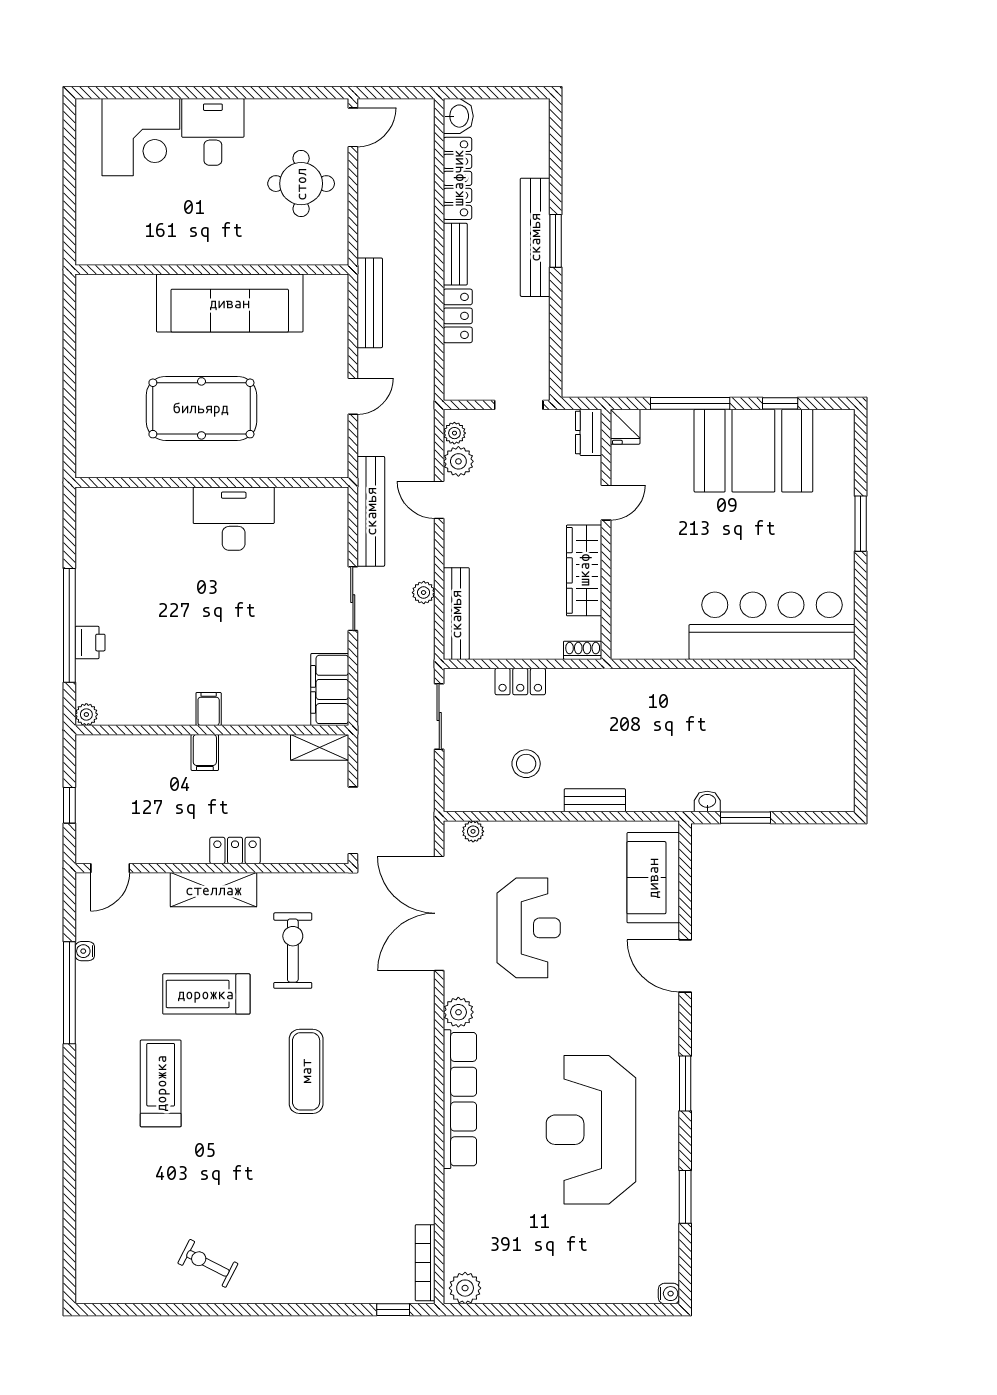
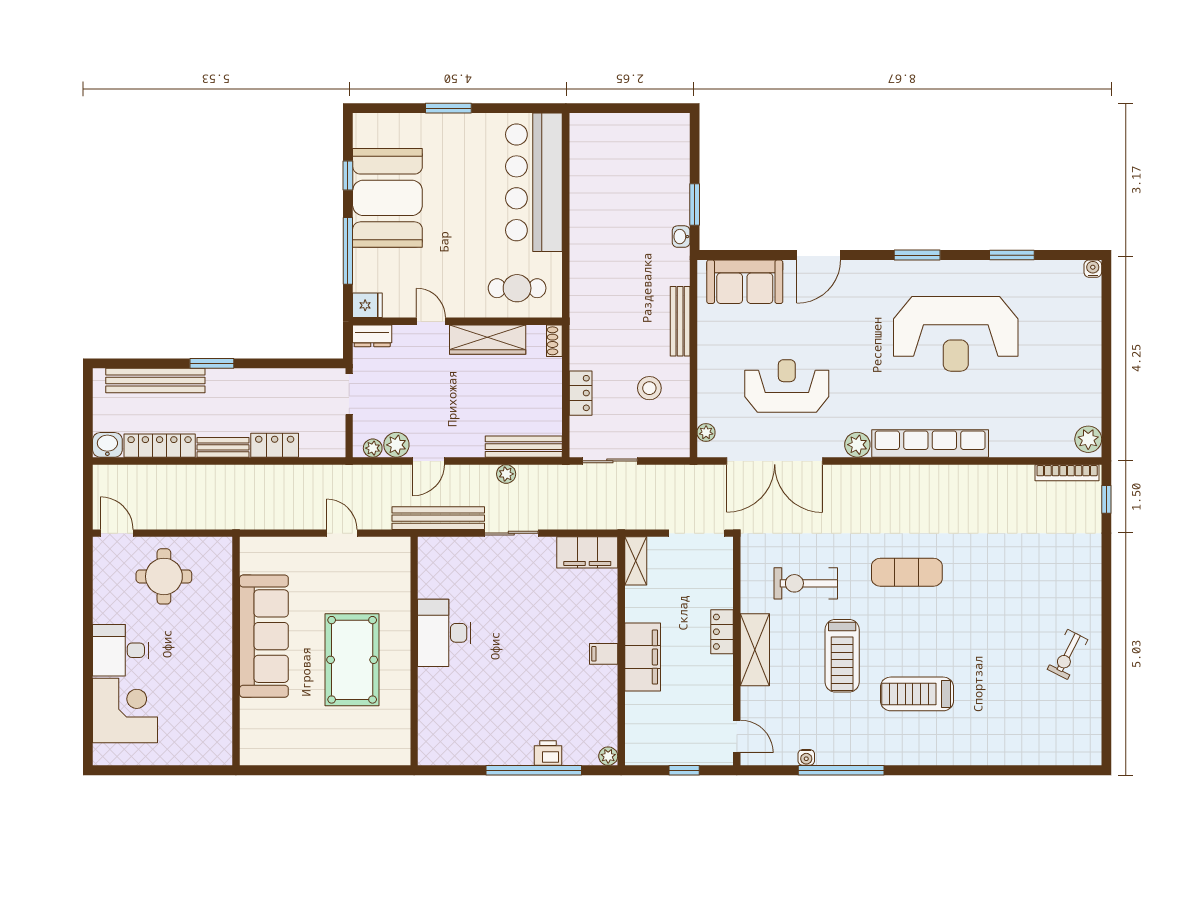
bench: (535, 237) -> (155, 381), moved
bench: (370, 303) -> (264, 519), removed
cafe table: (646, 606) -> (517, 288), added
filing cabinet: (205, 752) -> (643, 657), width x3.00, depth x1.17
bench: (595, 800) -> (680, 321), width x1.36

